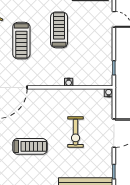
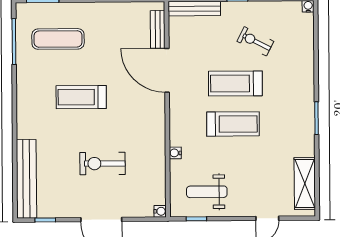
treadmill: (59, 30) -> (233, 124), moved
weight bench: (95, 61) -> (207, 192), added
treadmill: (30, 146) -> (81, 97), turned 90

